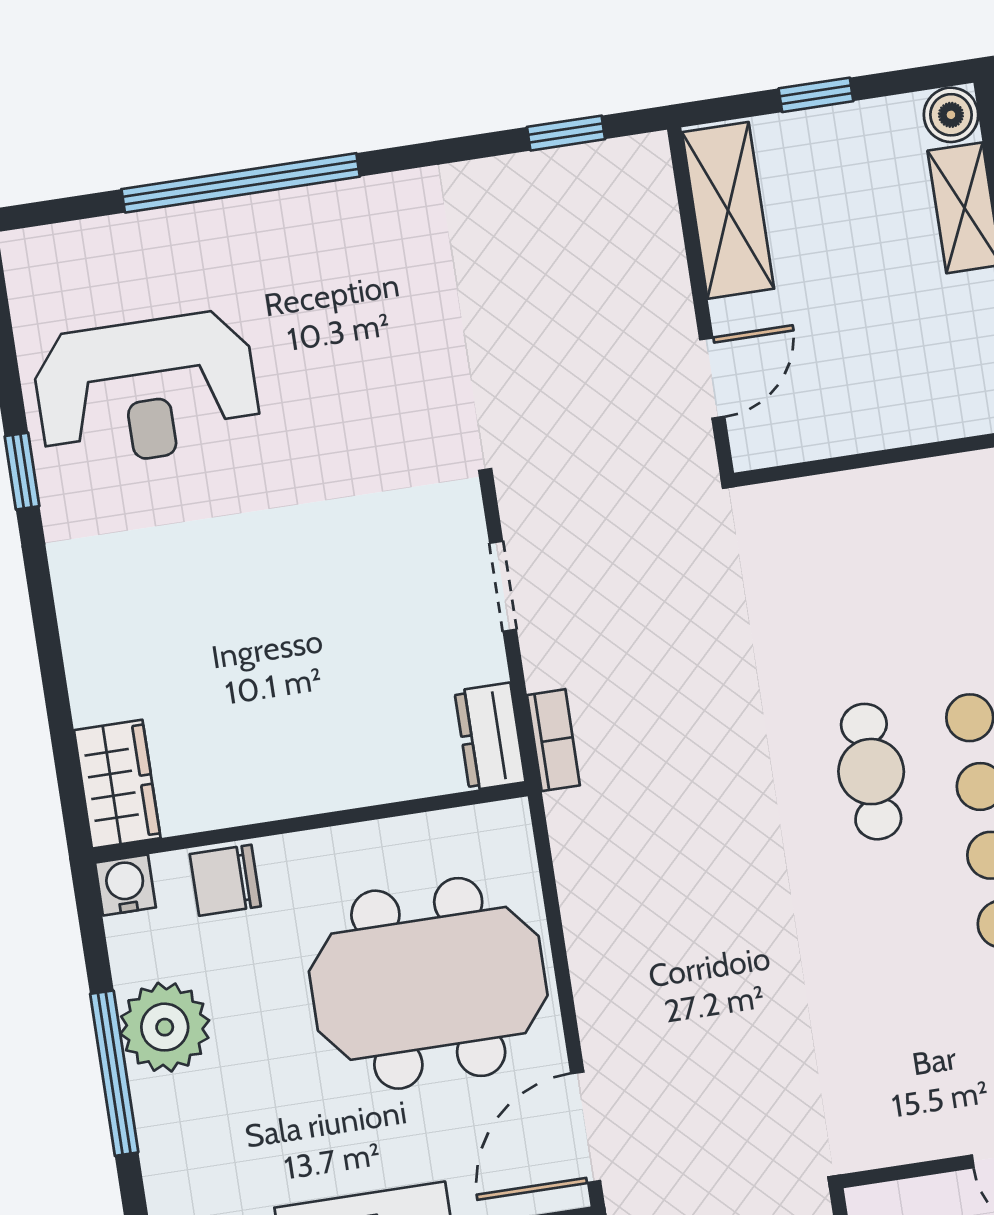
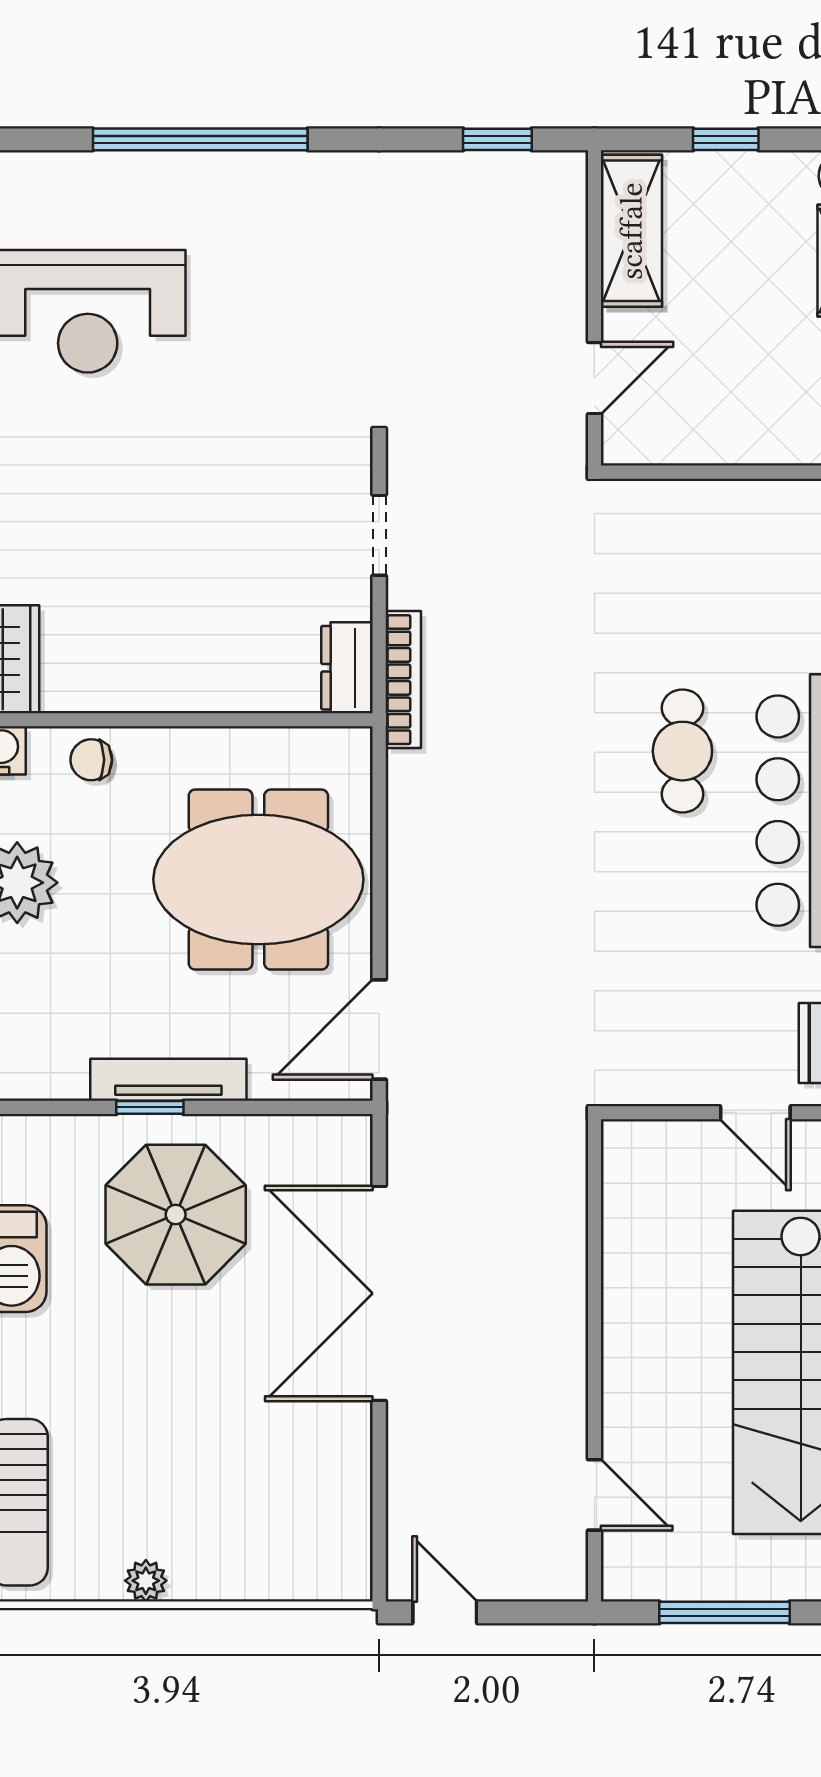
bookcase: (553, 740) -> (403, 680), width x1.56
chair: (225, 880) -> (91, 760), width x0.73, depth x0.73

